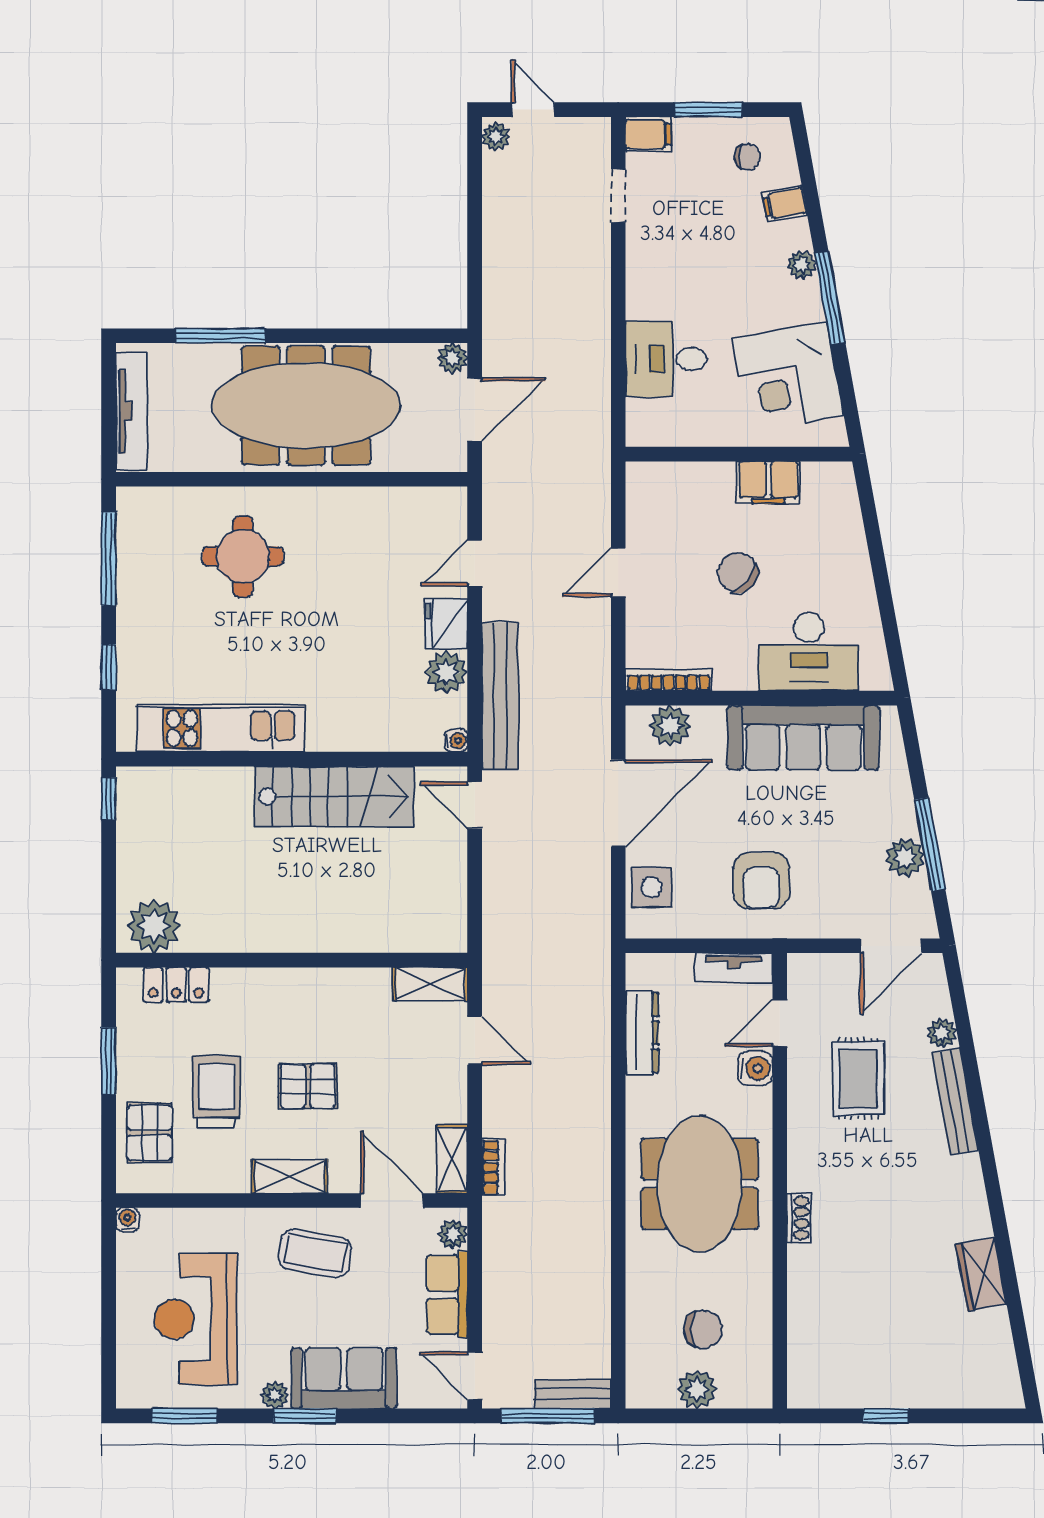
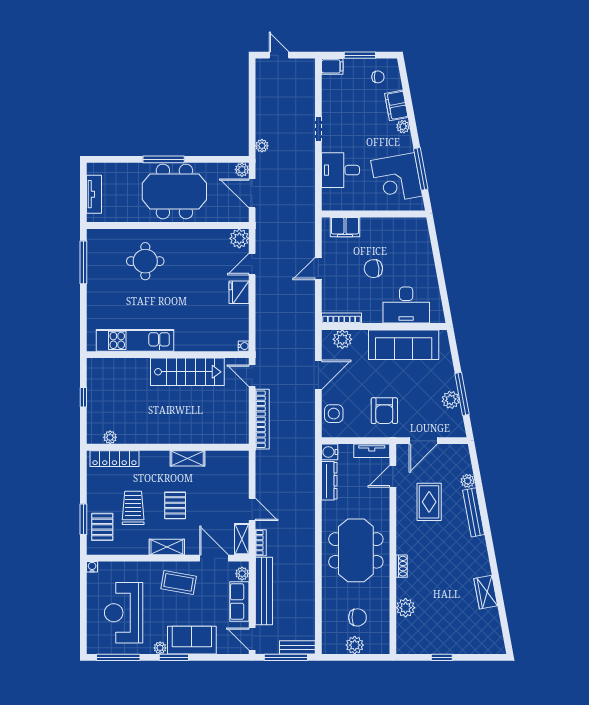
plant: (496, 137) -> (262, 146), moved
doorway: (618, 196) -> (318, 129), moved
filing cabinet: (785, 204) -> (396, 105), width x2.00
window: (830, 298) -> (421, 169), moved
window: (220, 336) -> (164, 159), moved
meeting table: (306, 405) -> (174, 191), width x0.73
door: (475, 409) -> (252, 193), swing flipped
tv unit: (132, 411) -> (94, 194), width x0.71
filing cabinet: (768, 482) -> (345, 227), moved
chair: (738, 572) -> (373, 269), turned -44
window: (109, 667) -> (83, 312), removed
plant: (447, 672) -> (239, 238), moved
bench: (500, 696) -> (264, 591), moved
window: (109, 799) -> (83, 397), moved
door: (618, 803) -> (318, 375), width x0.73
bookcase: (497, 899) -> (262, 419), added
plant: (154, 926) -> (110, 437), width x0.53, depth x0.53
door: (891, 946) -> (423, 441), moved
shelving: (430, 984) -> (187, 458), moved
locker: (176, 985) -> (114, 459), width x1.53
door: (475, 1040) -> (252, 509), moved
window: (109, 1061) -> (83, 519), moved
water cooler: (755, 1068) -> (330, 452), moved, turned 180
pallet: (308, 1086) -> (175, 505), turned 90
plant: (807, 1308) -> (406, 608), added
window: (184, 1416) -> (118, 657), width x1.44

